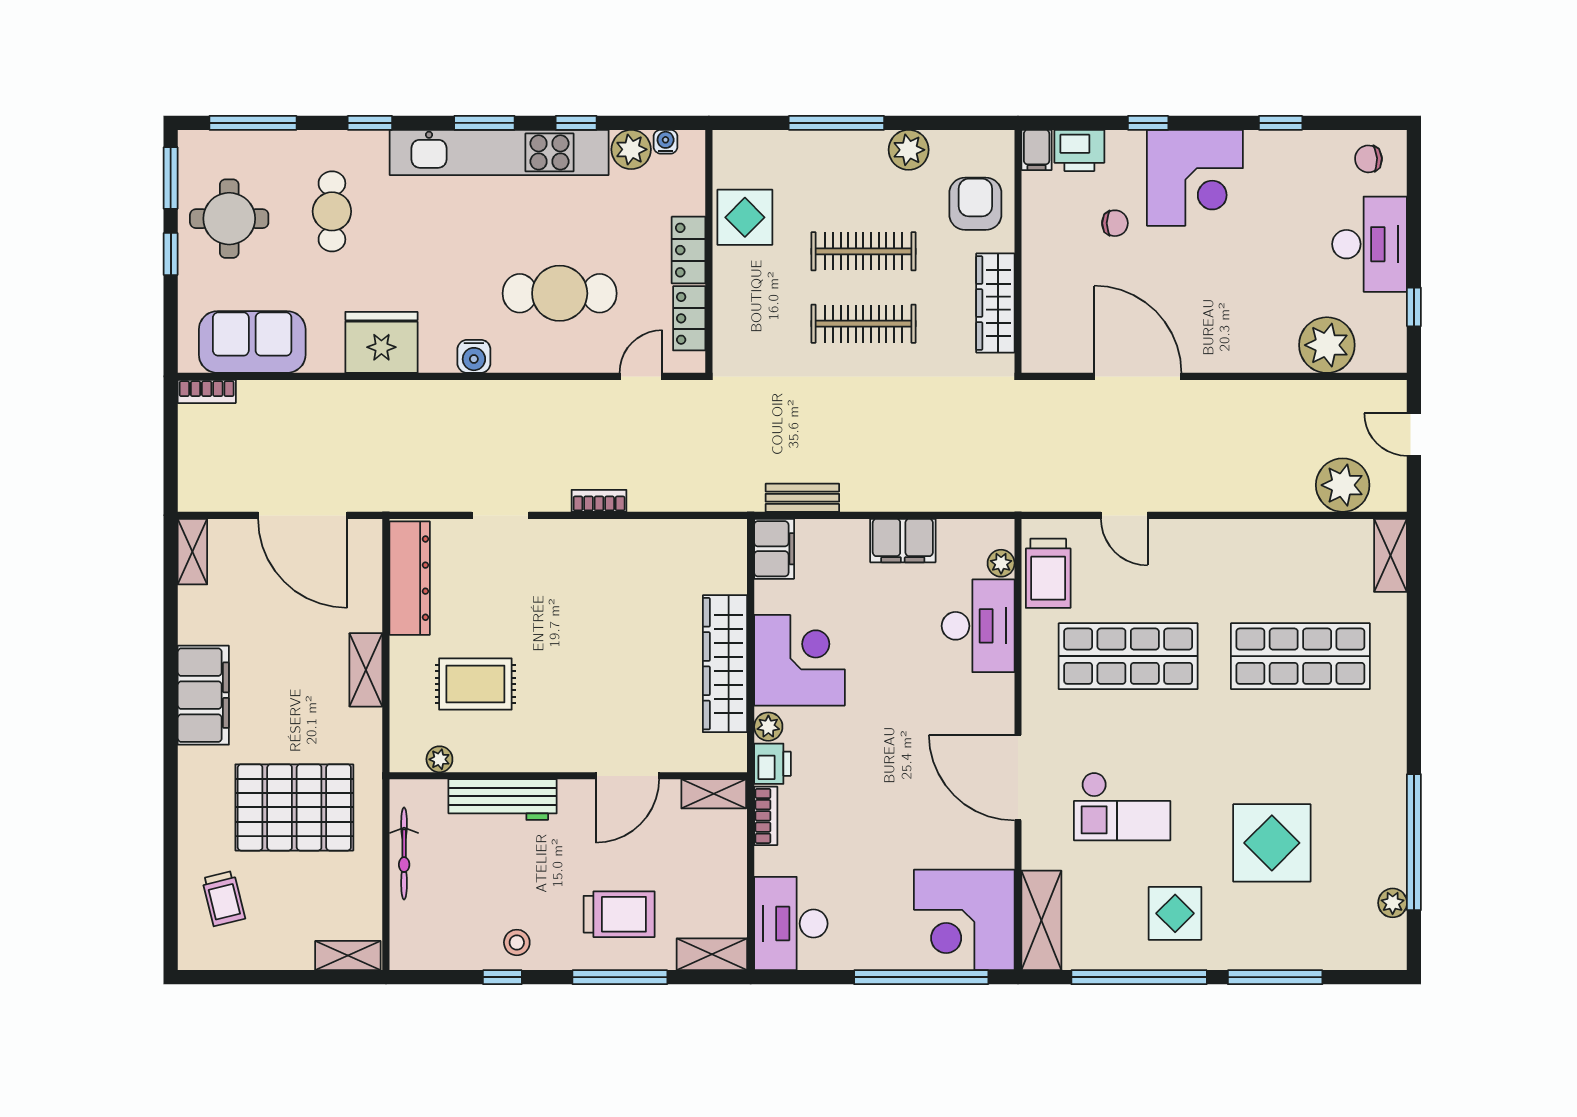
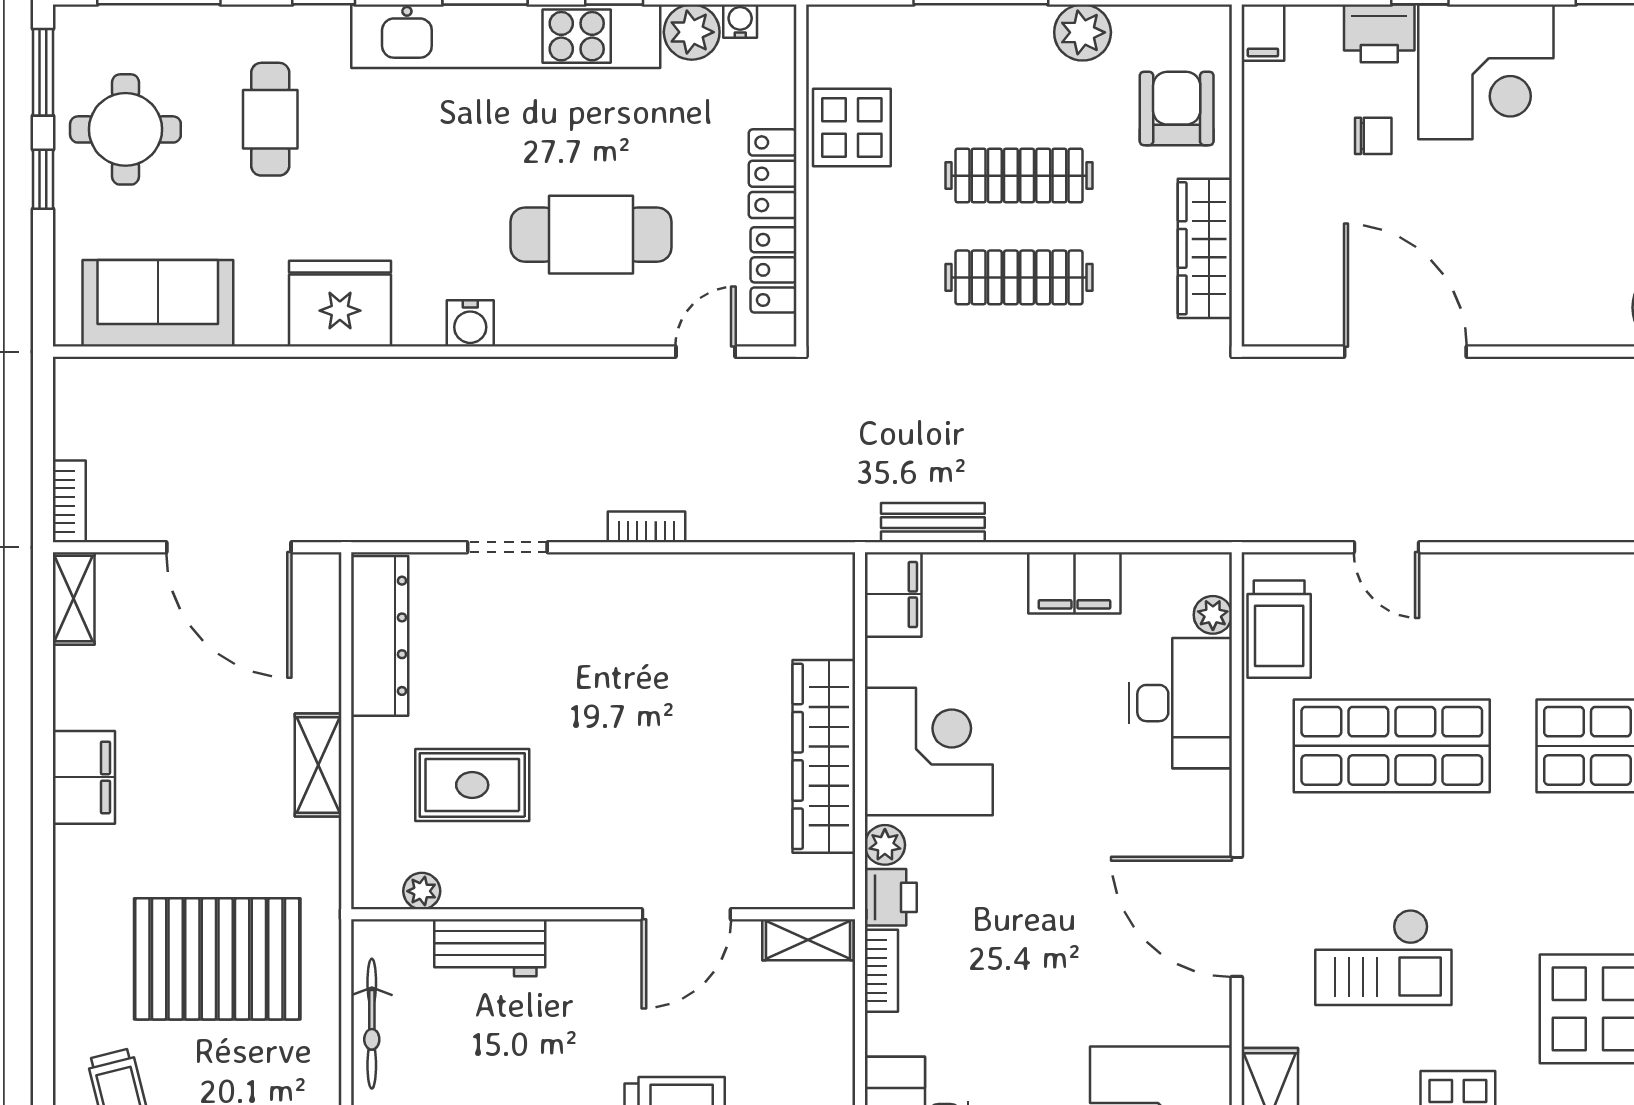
printer: (1079, 150) -> (1379, 33), moved
bookcase: (207, 391) -> (69, 501), moved, turned -90
filing cabinet: (203, 695) -> (84, 777), width x0.67, depth x0.86
workbench: (503, 800) -> (490, 948), width x0.73

